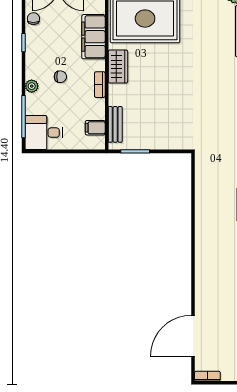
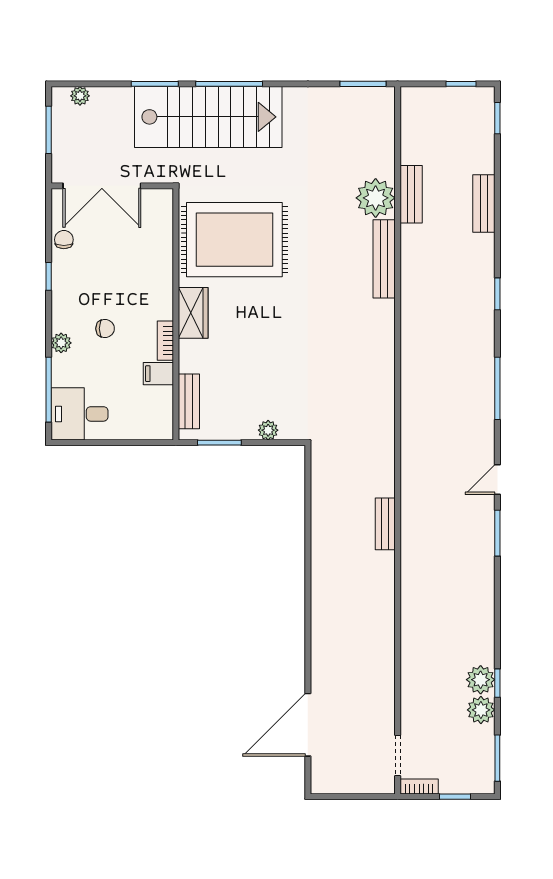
filing cabinet: (93, 37) -> (156, 267), removed
filing cabinet: (95, 128) -> (158, 374), moved
plant: (167, 143) -> (268, 430), added
bookcase: (207, 376) -> (330, 786), removed

